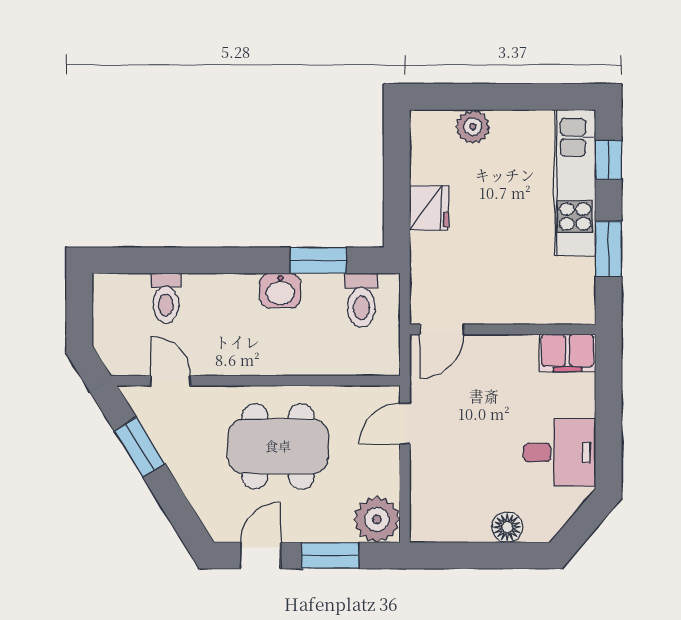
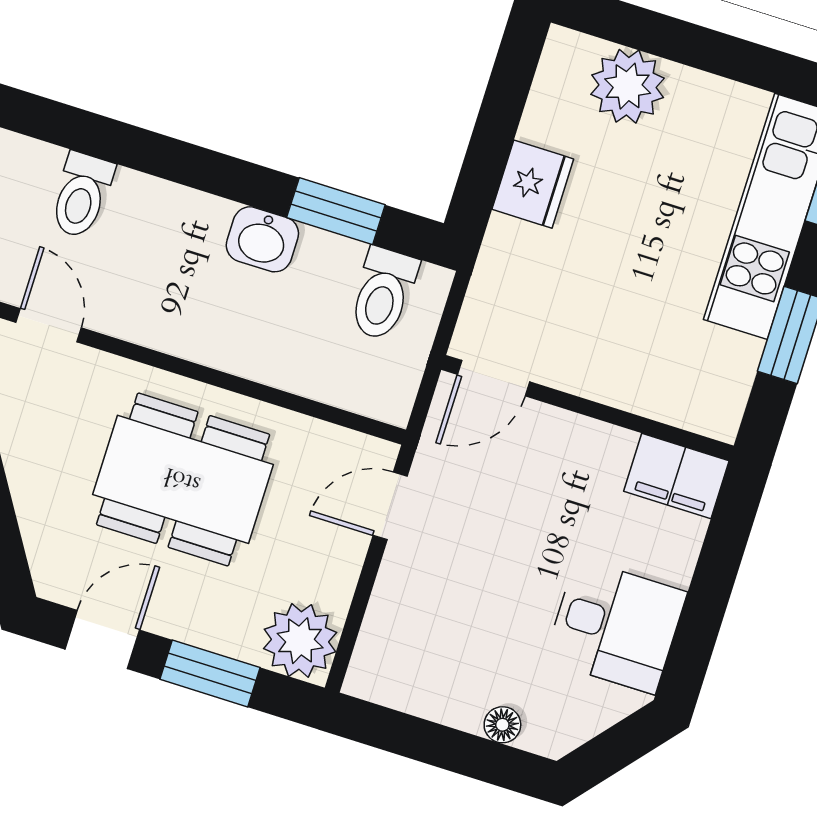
plant: (473, 127) -> (628, 86), width x1.36, depth x1.36
floor lamp: (507, 527) -> (502, 725), width x0.73, depth x0.73

